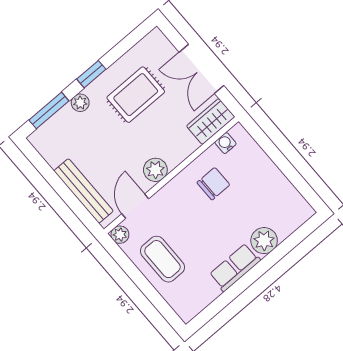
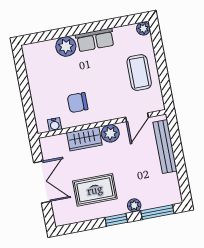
wardrobe: (211, 121) -> (84, 139), moved
plant: (120, 235) -> (143, 29), moved

